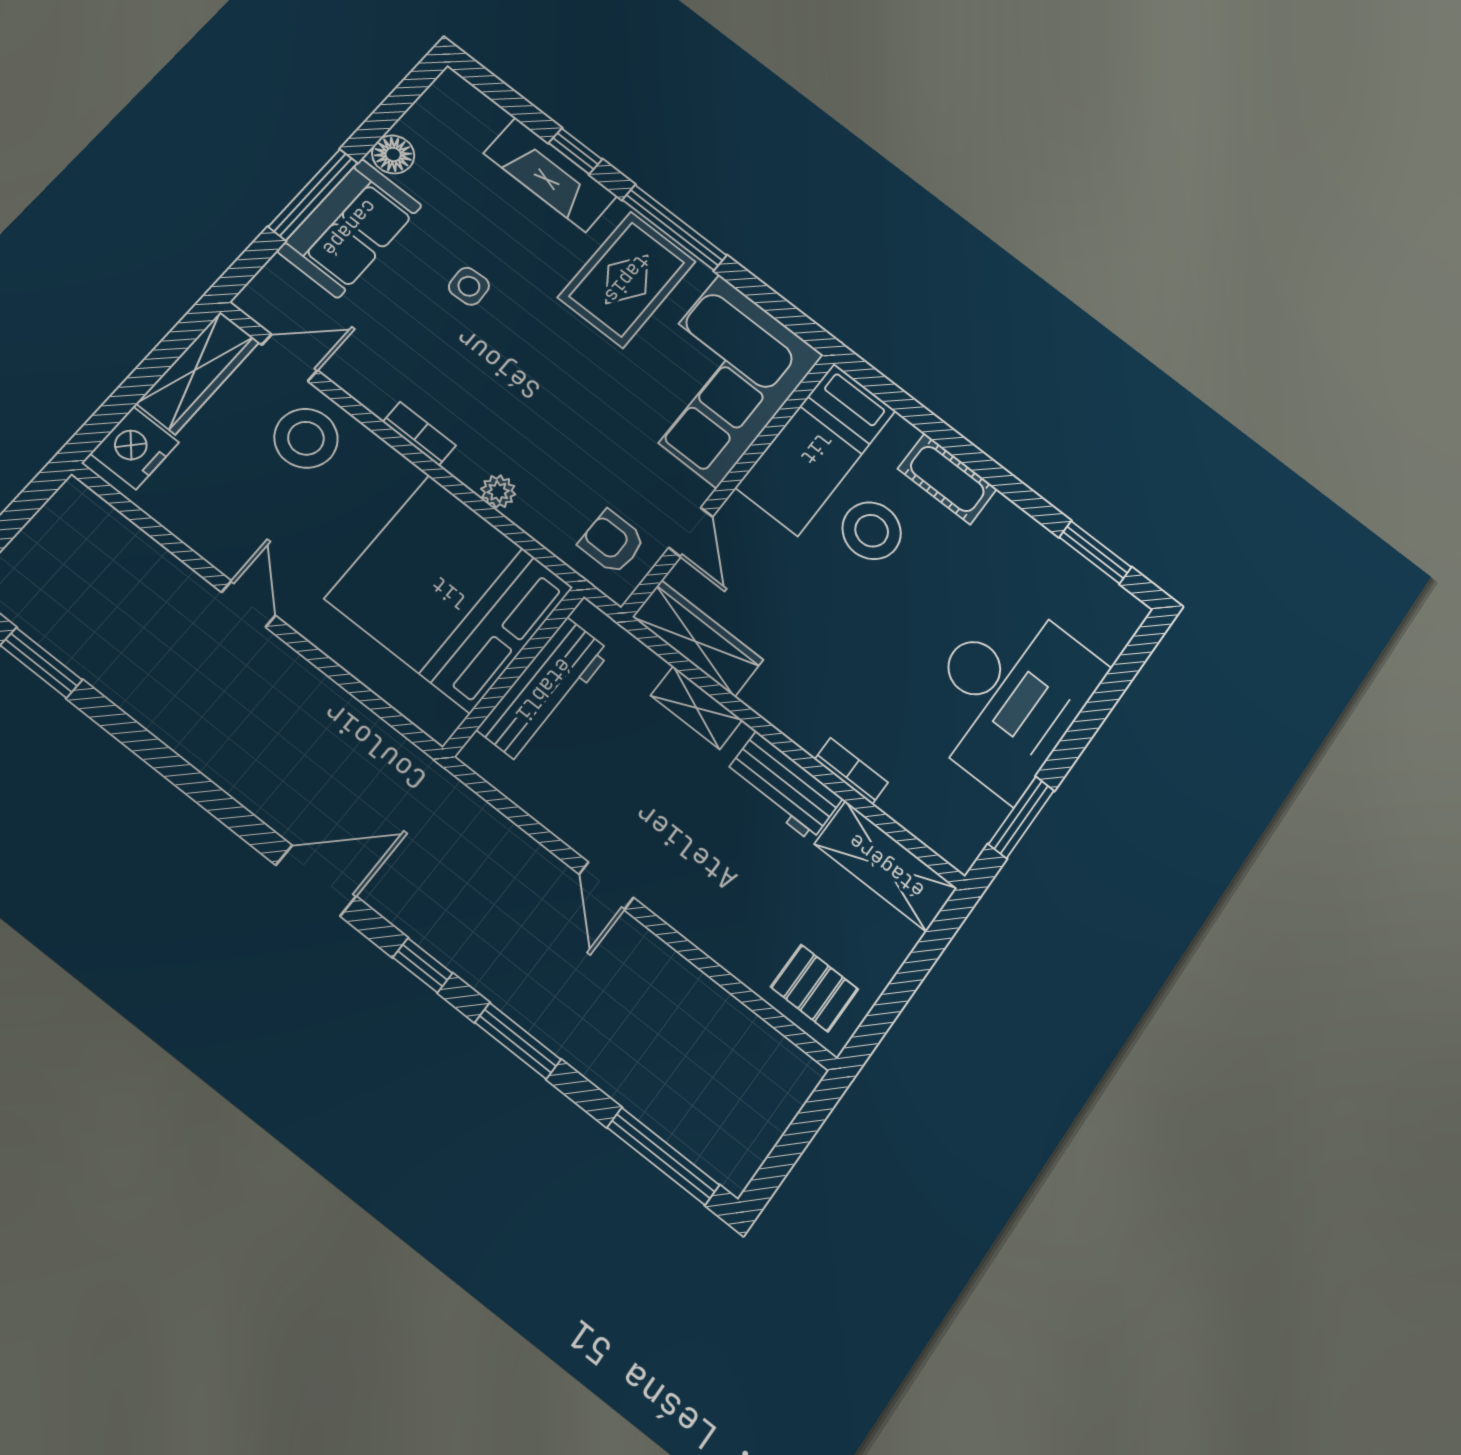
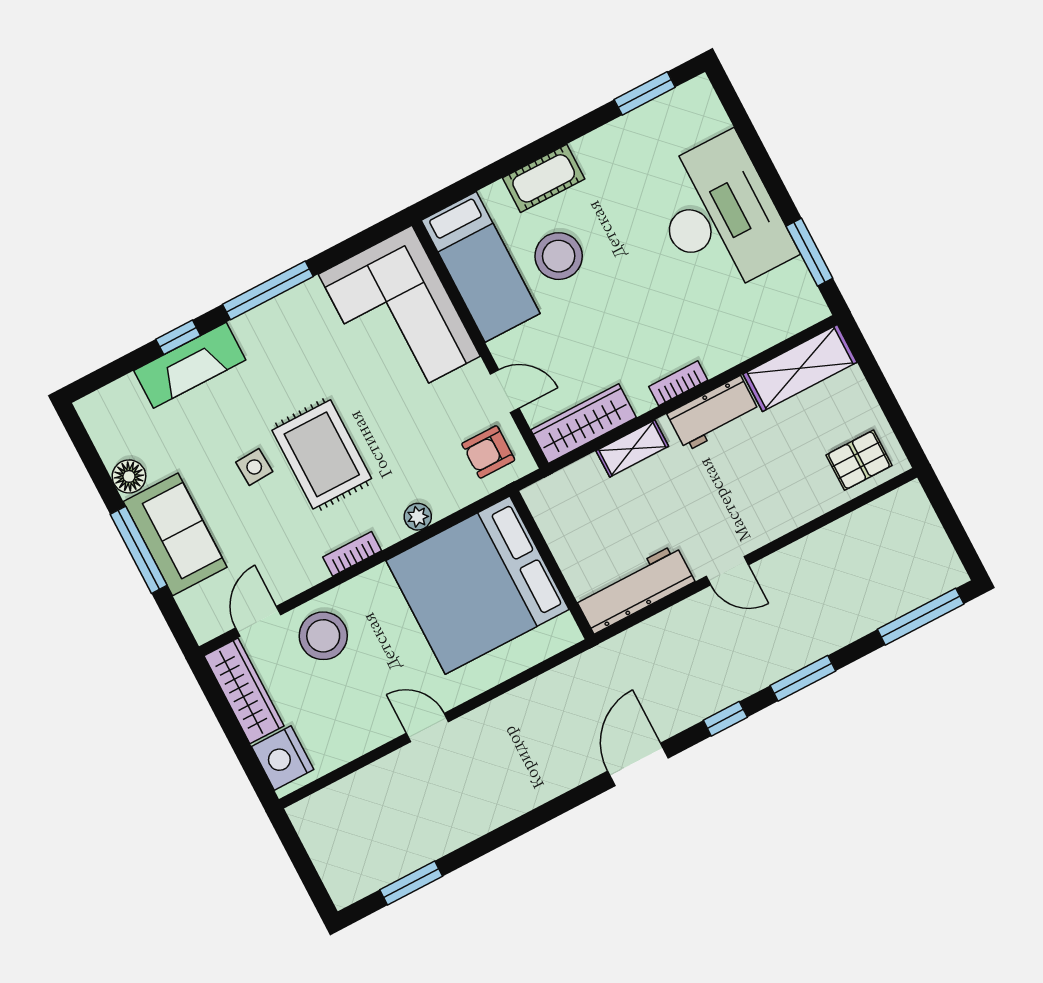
rug: (627, 279) -> (322, 454), moved
workbench: (544, 690) -> (635, 589), moved, turned -90
bookcase: (851, 771) -> (678, 383), moved

